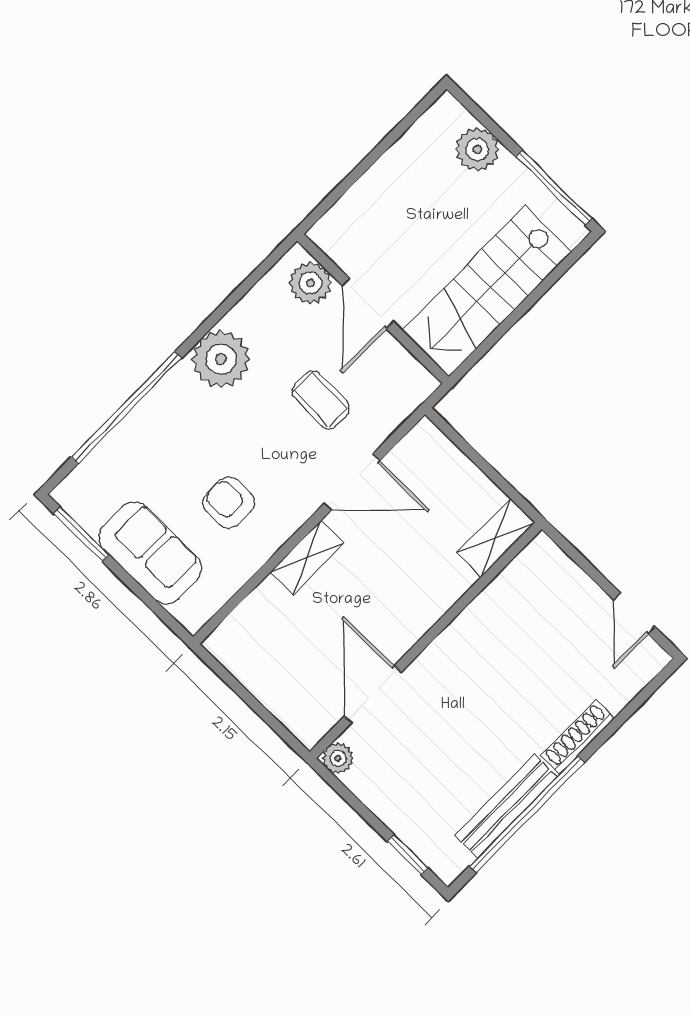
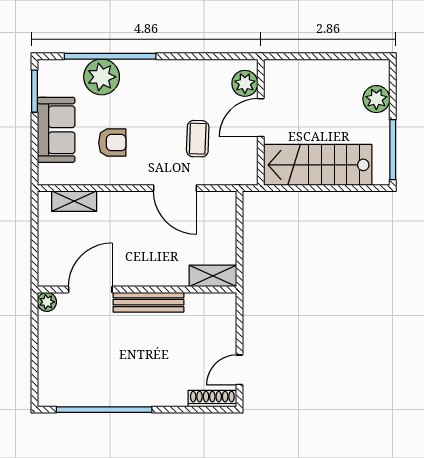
plant: (221, 359) -> (102, 77), moved
armchair: (229, 503) -> (112, 143), turned 90
shelving: (307, 558) -> (74, 201), moved
shoe rack: (578, 737) -> (212, 399), moved
bench: (506, 806) -> (148, 302), moved
window: (408, 855) -> (34, 375), removed

